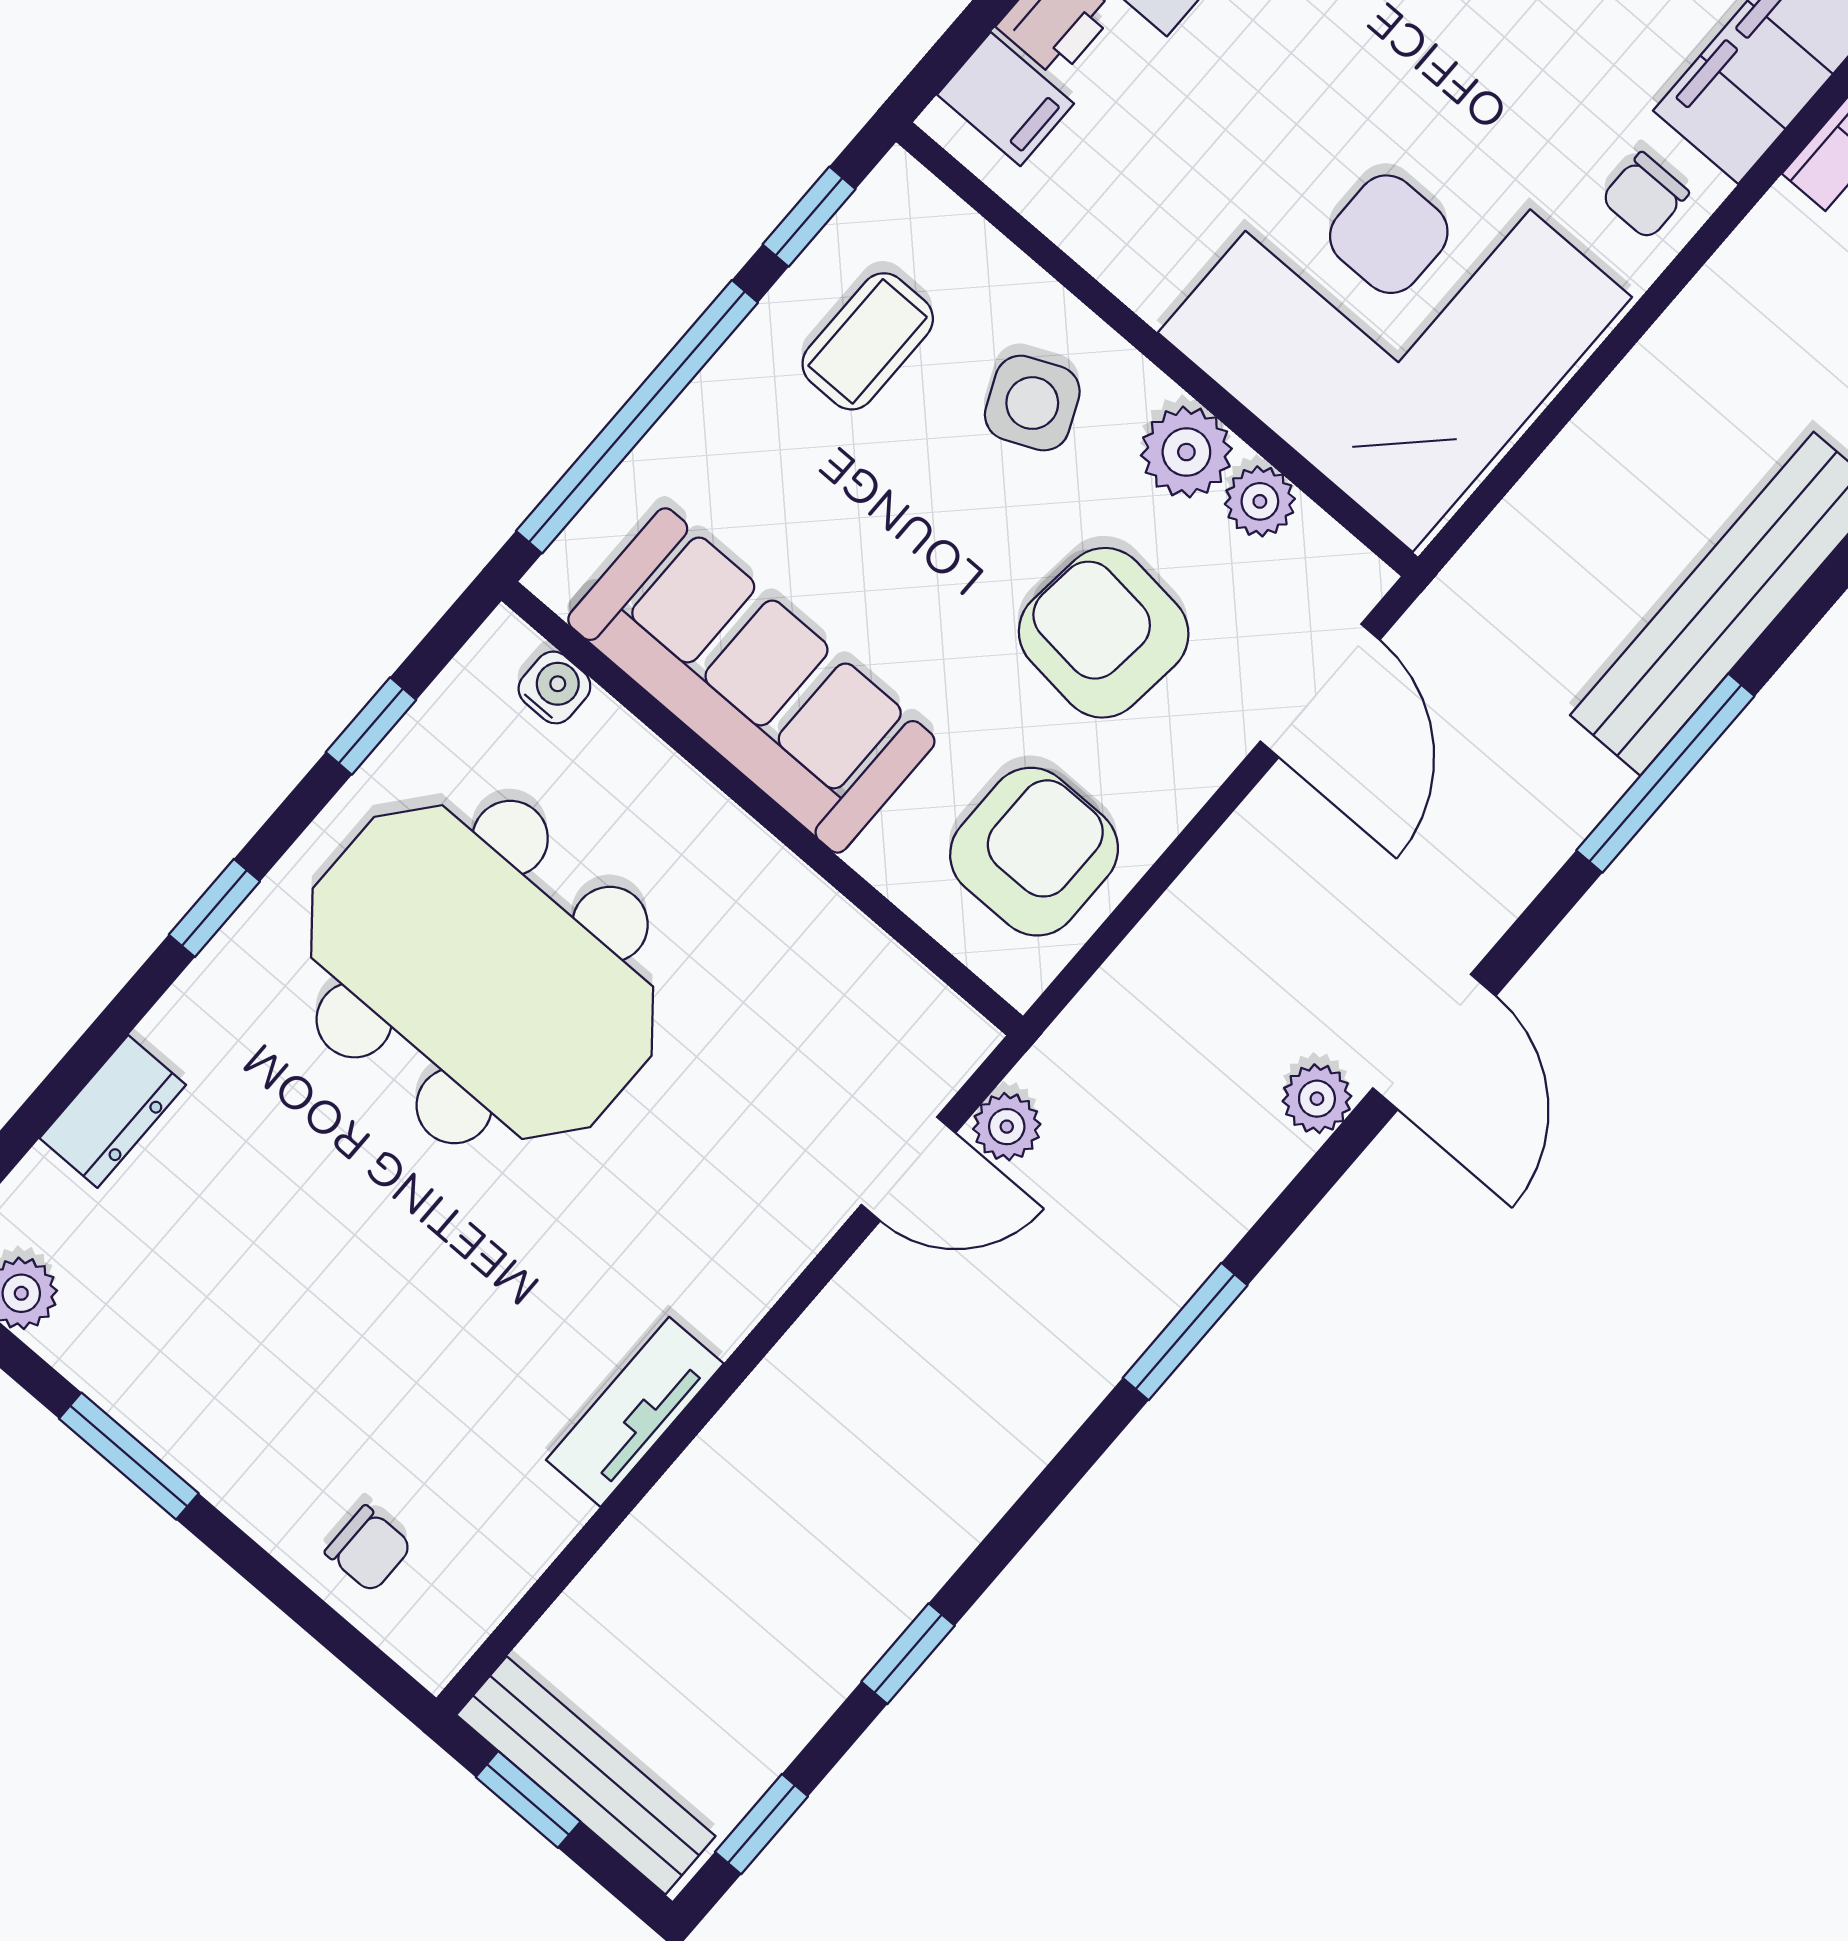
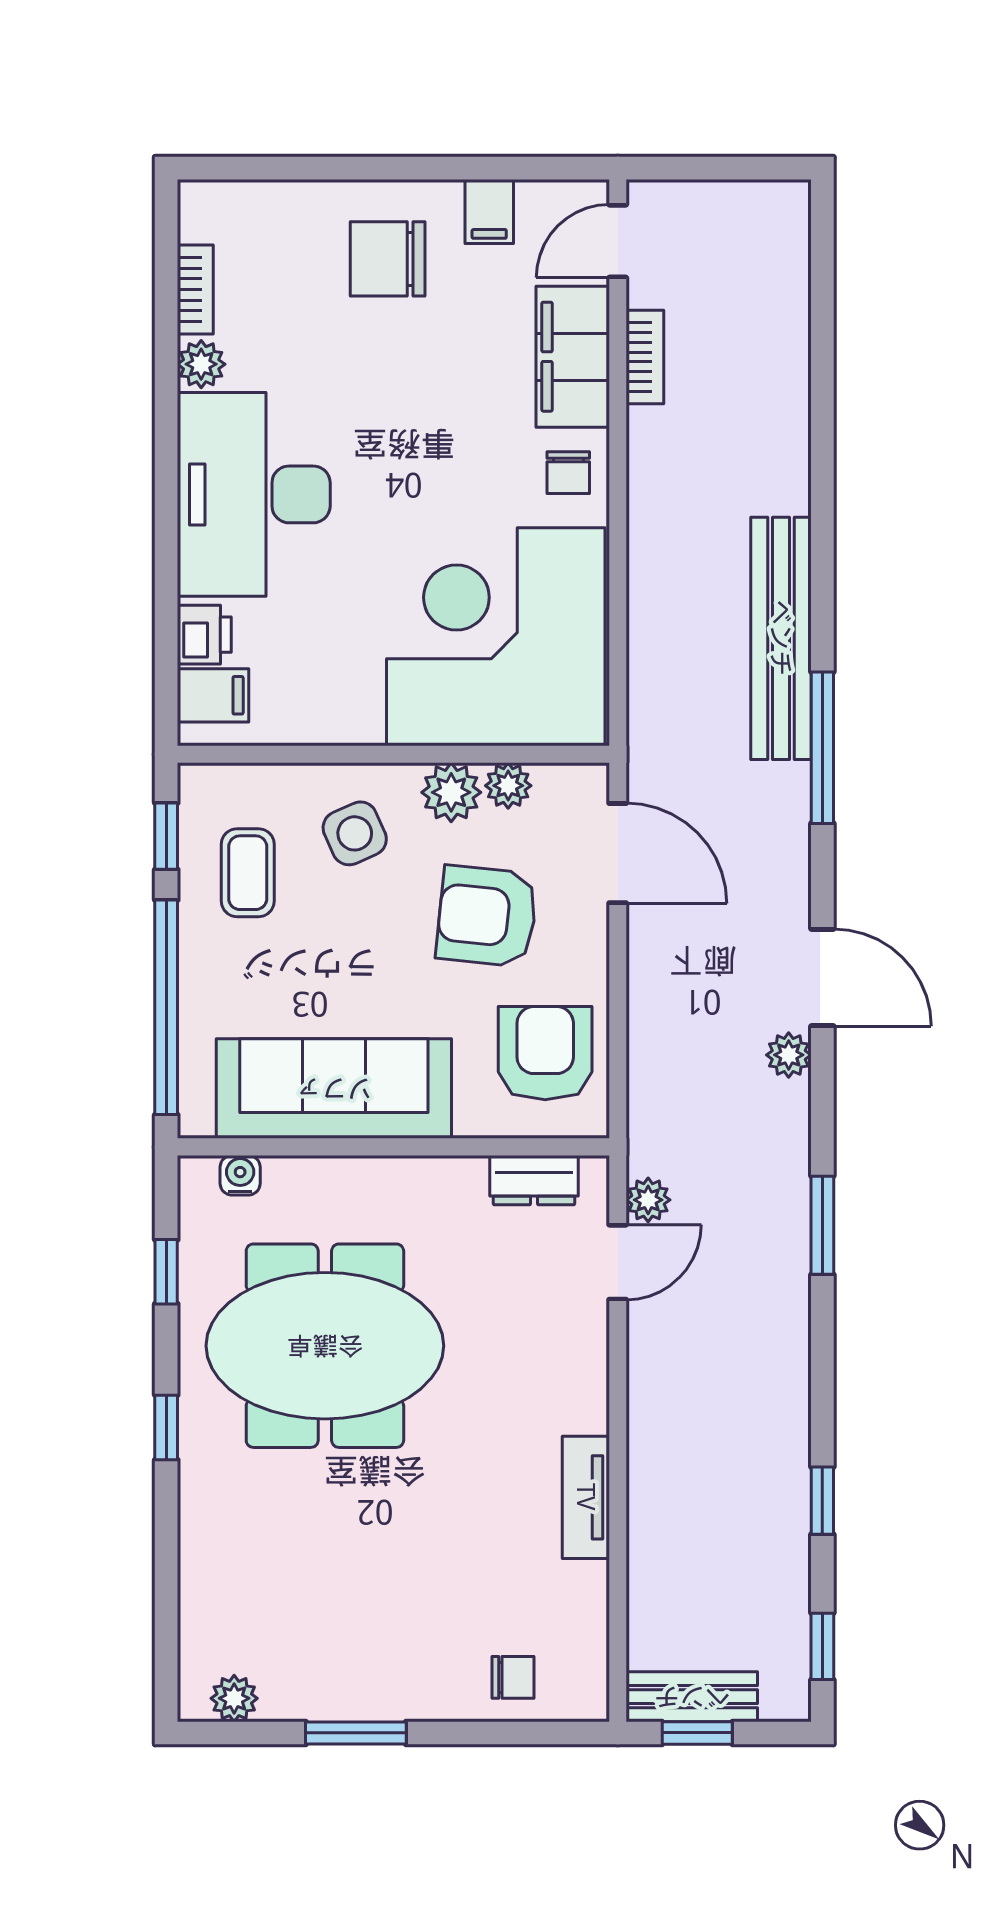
dresser: (113, 1111) -> (534, 1180), moved, turned 90
bench: (586, 1775) -> (692, 1697), width x0.73

